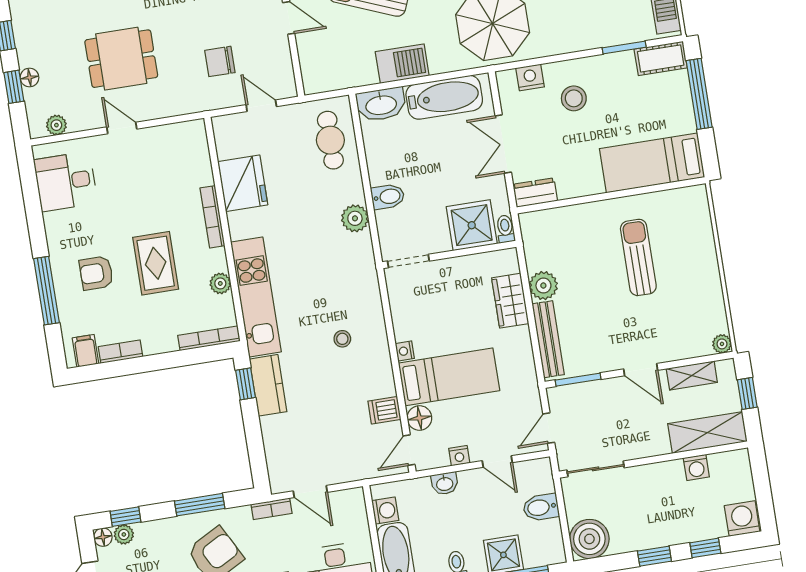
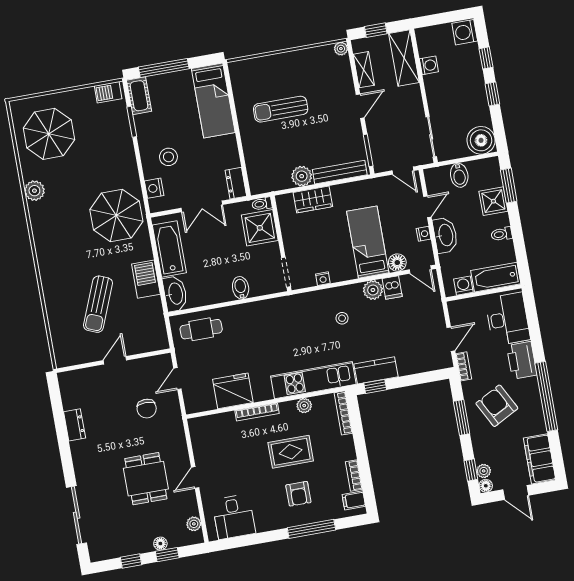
plant: (355, 218) -> (373, 290), moved
nightstand: (405, 351) -> (323, 279), moved
washbasin: (445, 483) -> (445, 235), width x1.91, depth x1.45

